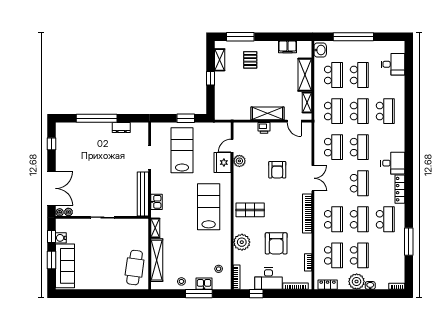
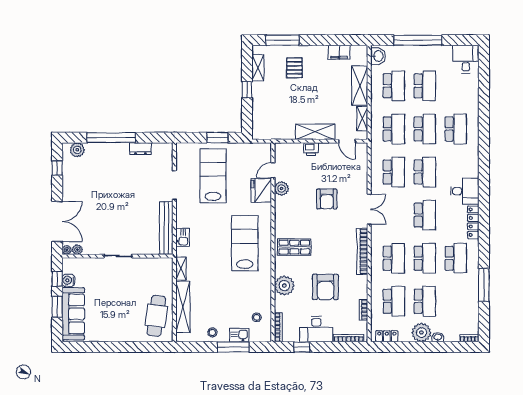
desk: (393, 64) -> (466, 59), moved, turned -90
plant: (68, 129) -> (77, 150), added

